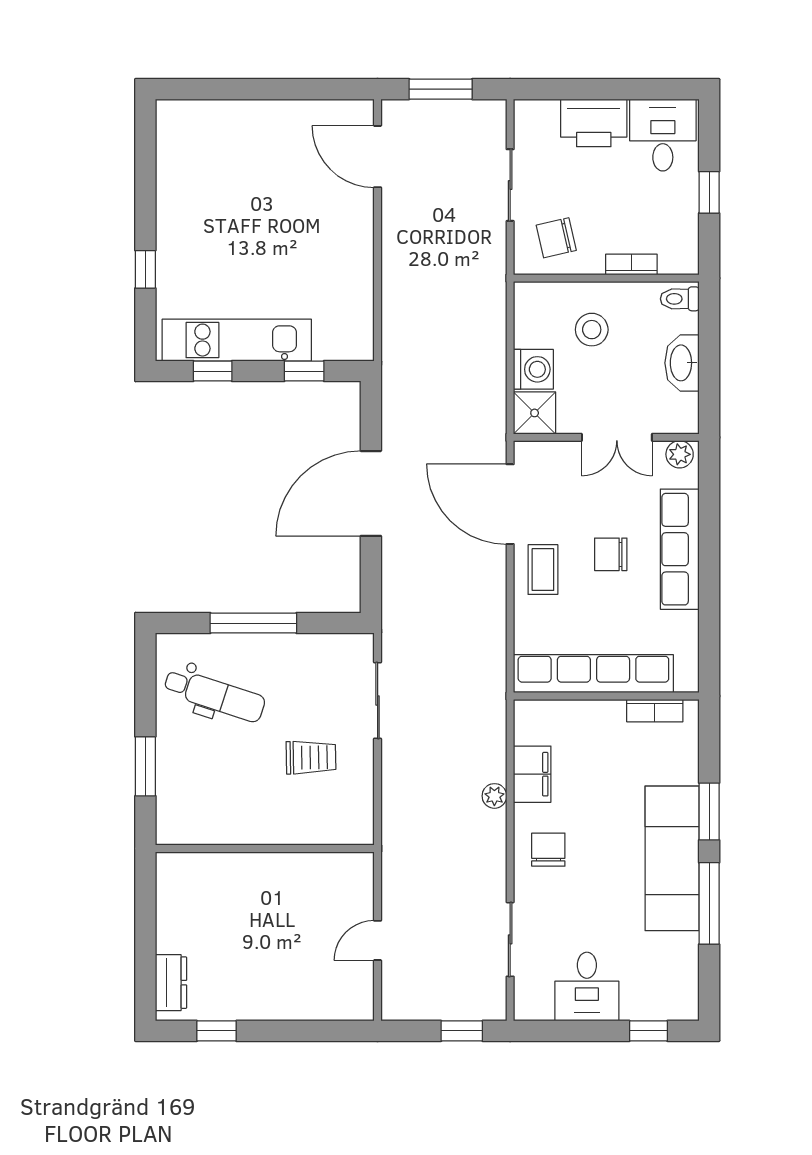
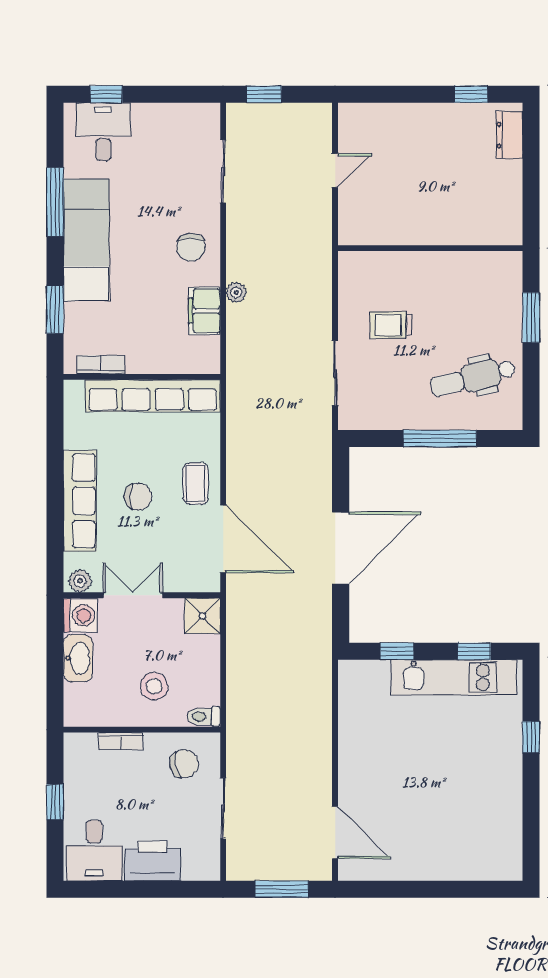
toilet: (680, 299) -> (204, 717), moved, turned 180
washing machine: (533, 369) -> (80, 615), moved, turned 180
dental chair: (214, 695) -> (473, 378), turned -32
window: (709, 811) -> (55, 309), moved
desk: (587, 987) -> (103, 132), moved

